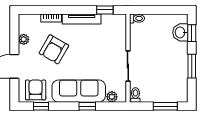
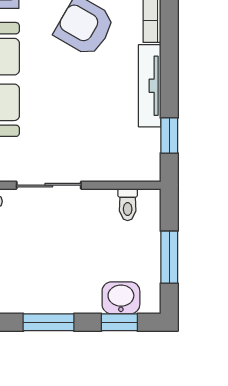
window: (161, 10) -> (169, 257), added
toilet: (137, 18) -> (128, 205), moved

